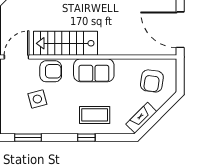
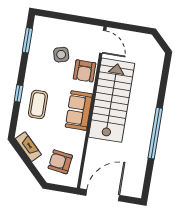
stairs: (65, 43) -> (112, 100), width x1.36, depth x1.51

